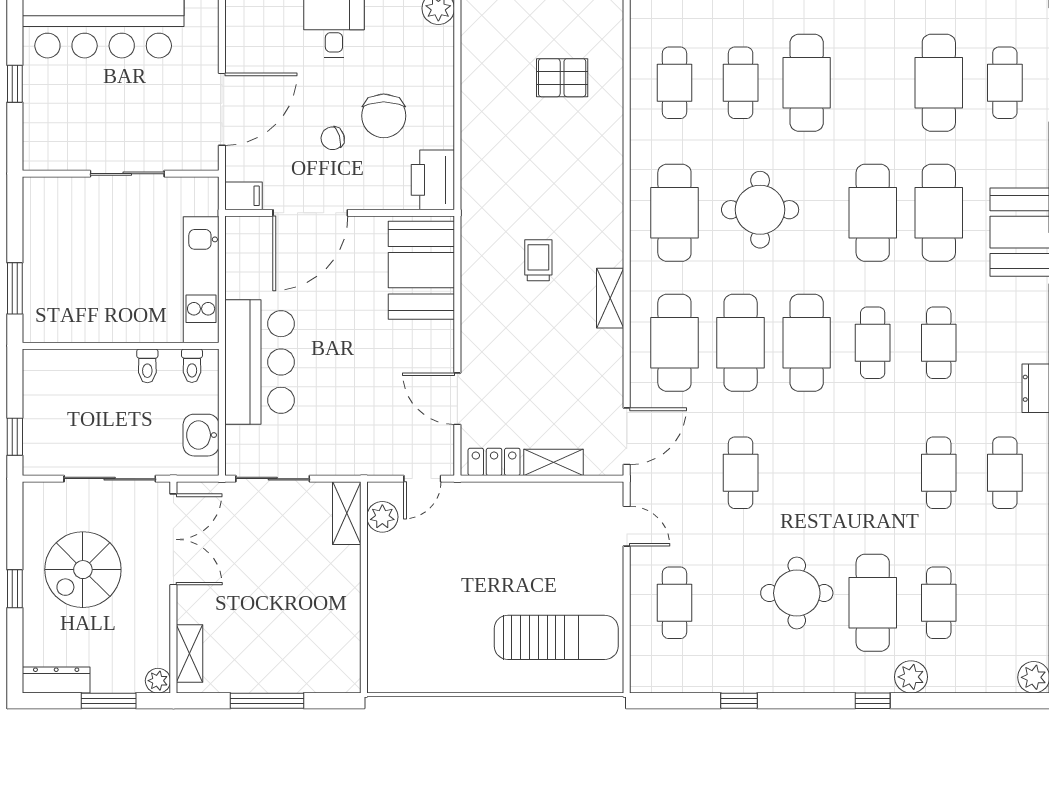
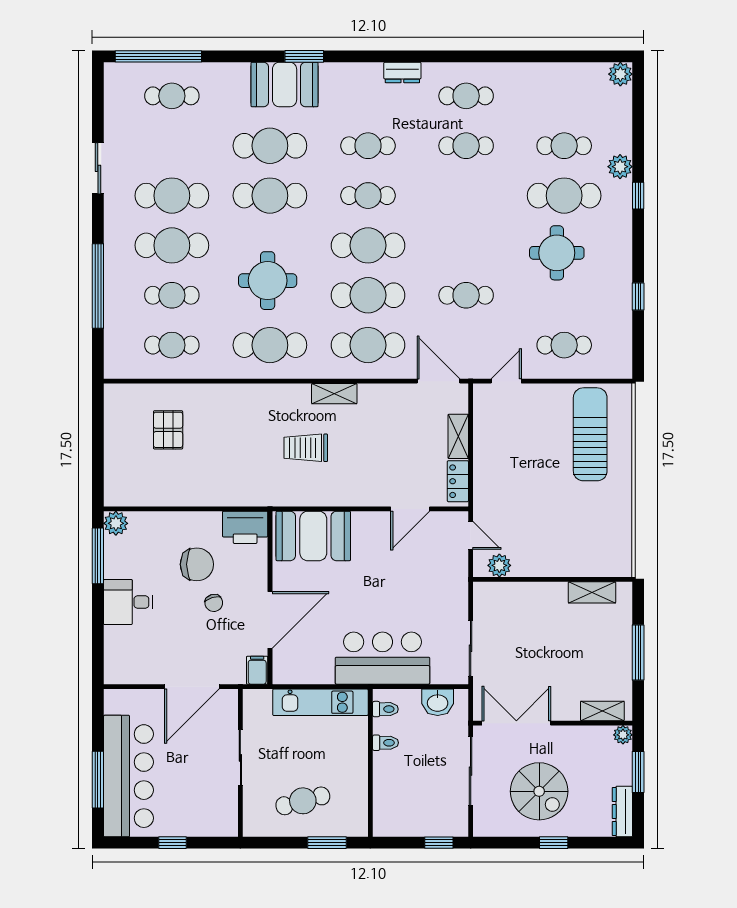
cafe table: (939, 83) -> (172, 196), moved
door: (222, 109) -> (192, 687), swing flipped
door: (310, 213) -> (270, 620), hinge flipped
cafe table: (70, 256) -> (303, 801), added
trolley: (538, 260) -> (306, 448), width x1.36, depth x1.39
shelving: (347, 513) -> (592, 592), moved

